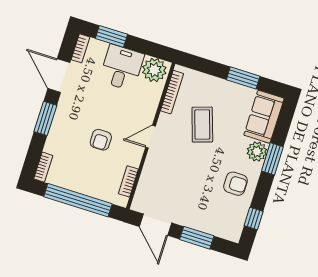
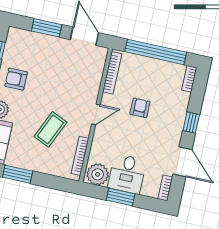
window: (111, 36) -> (121, 197), moved
window: (45, 118) -> (191, 123), width x0.67
coffee table: (202, 125) -> (50, 129), turned 42
bookcase: (128, 181) -> (112, 73), width x1.56

